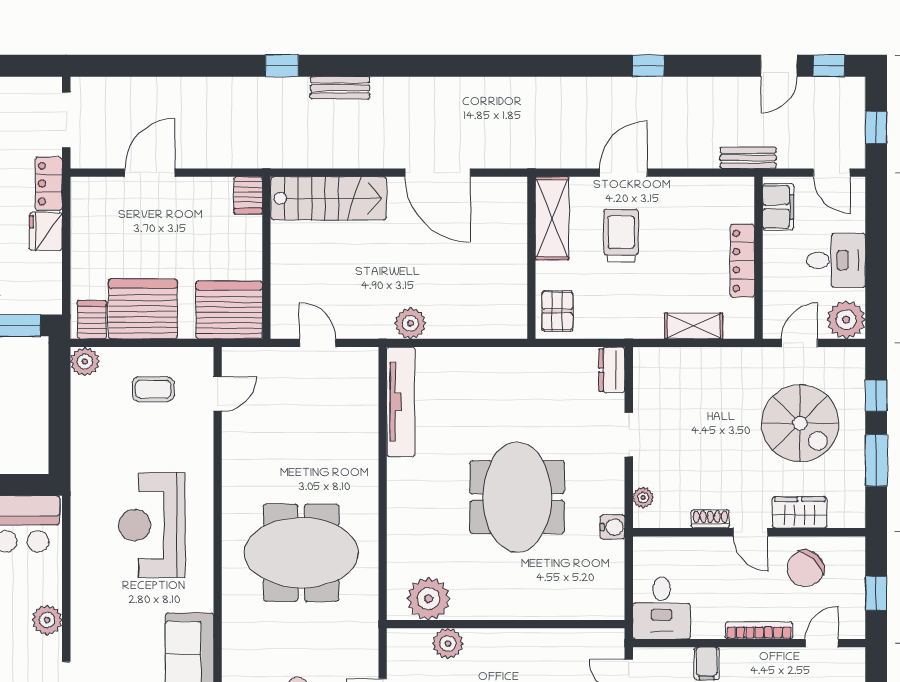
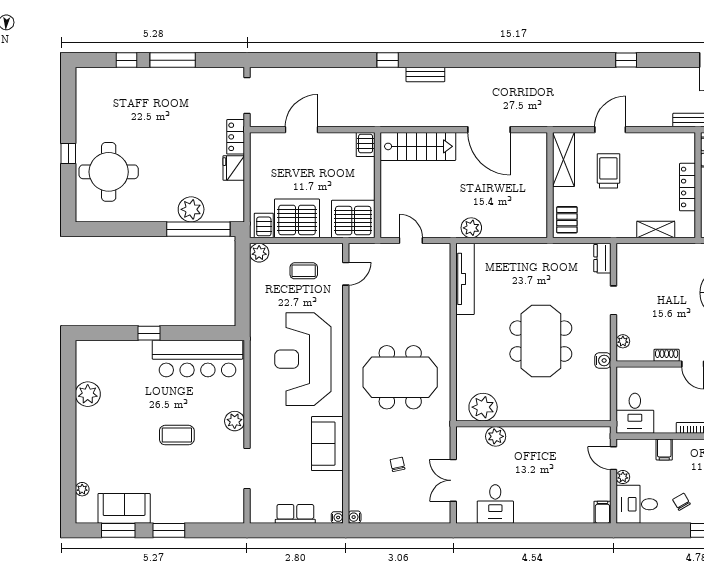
reception desk: (152, 525) -> (303, 359), width x1.36, depth x1.30

